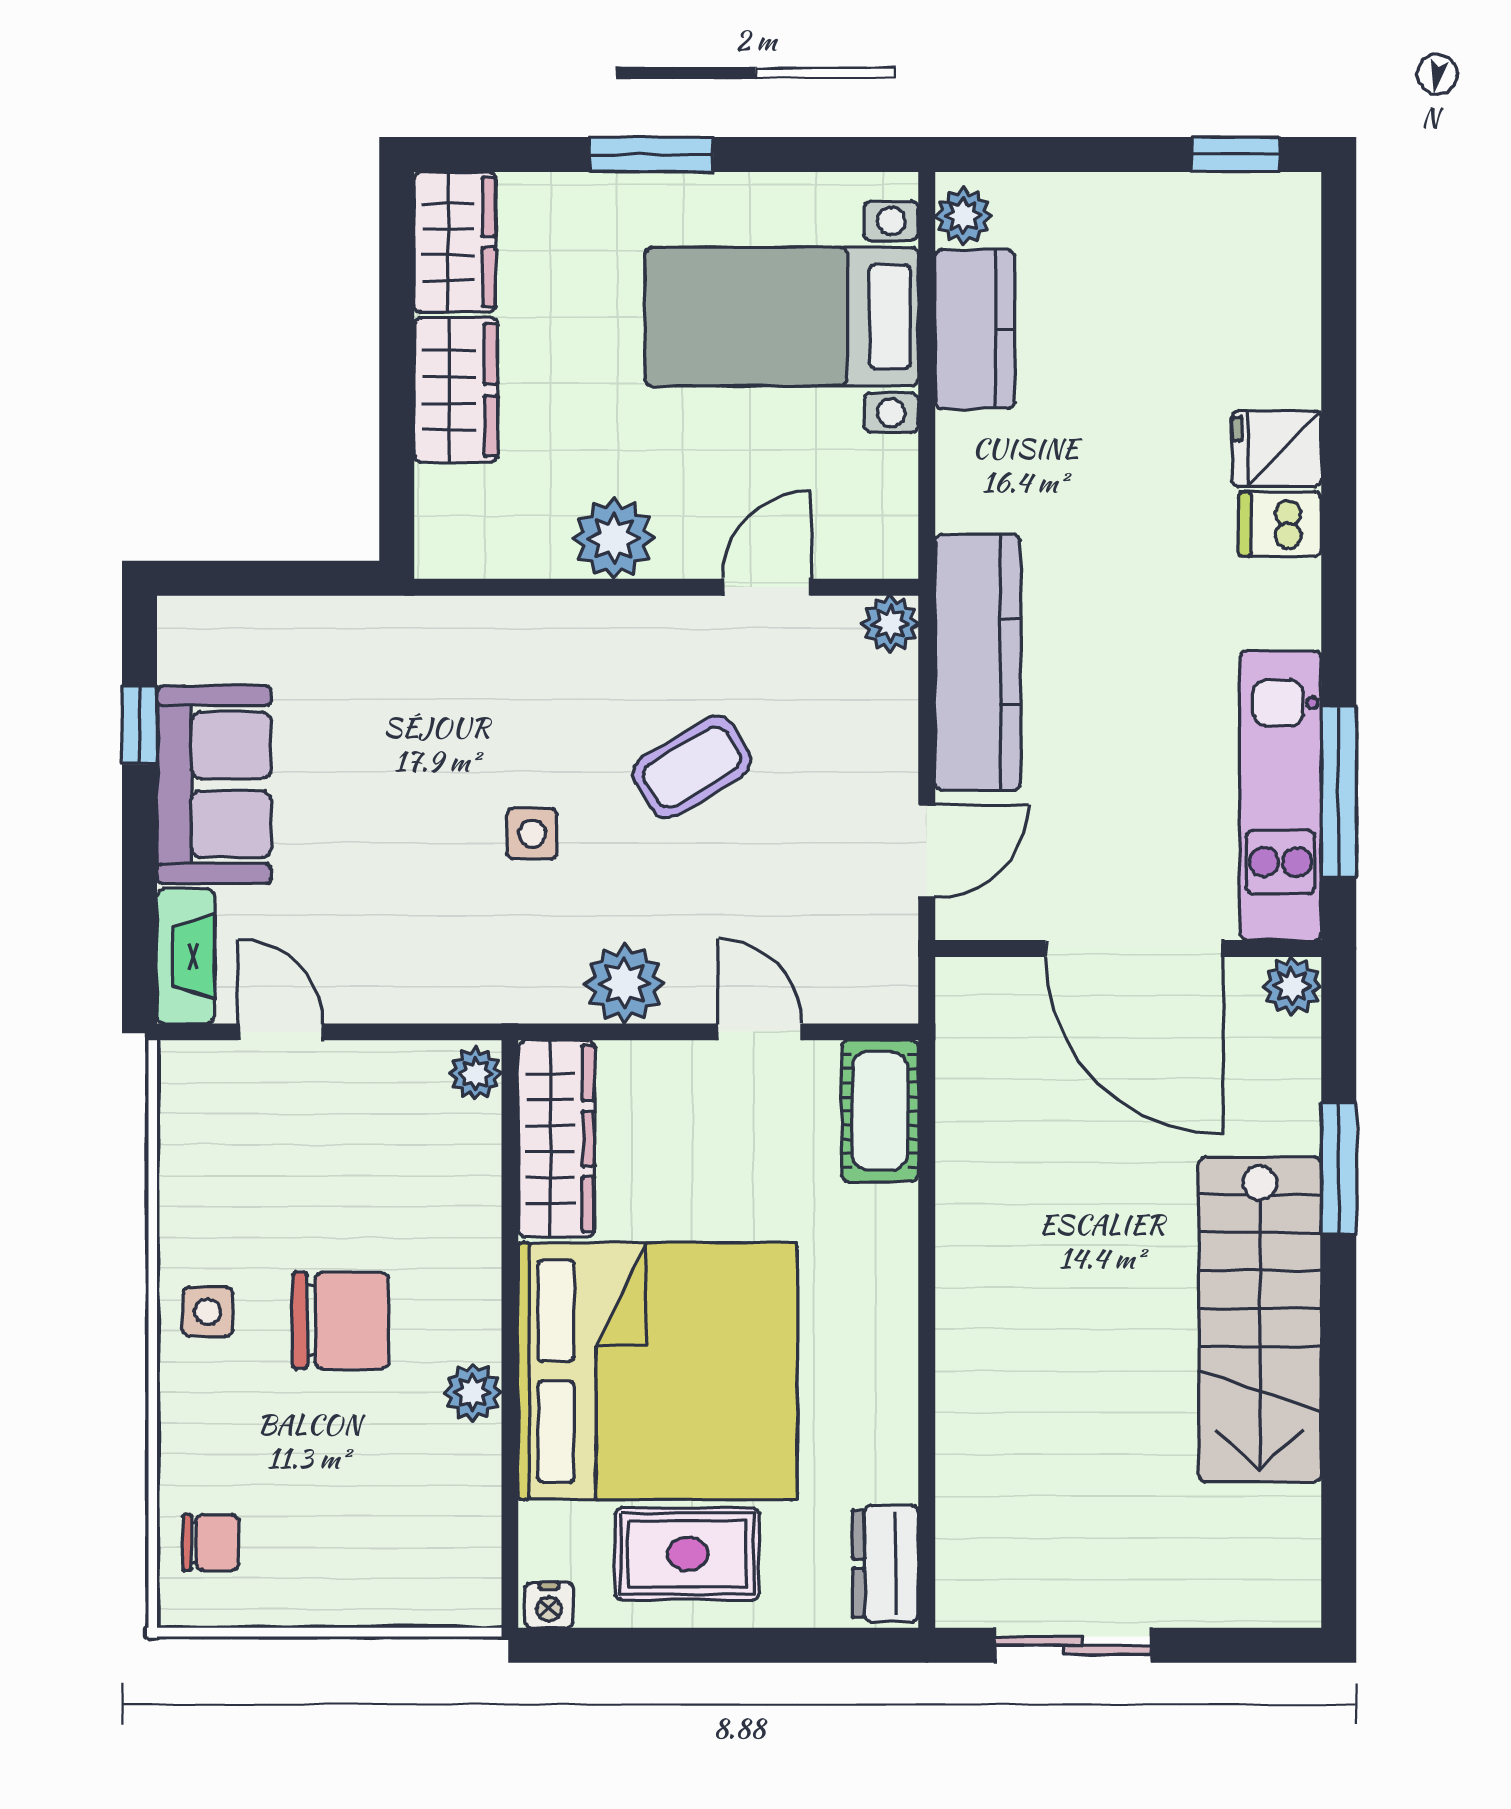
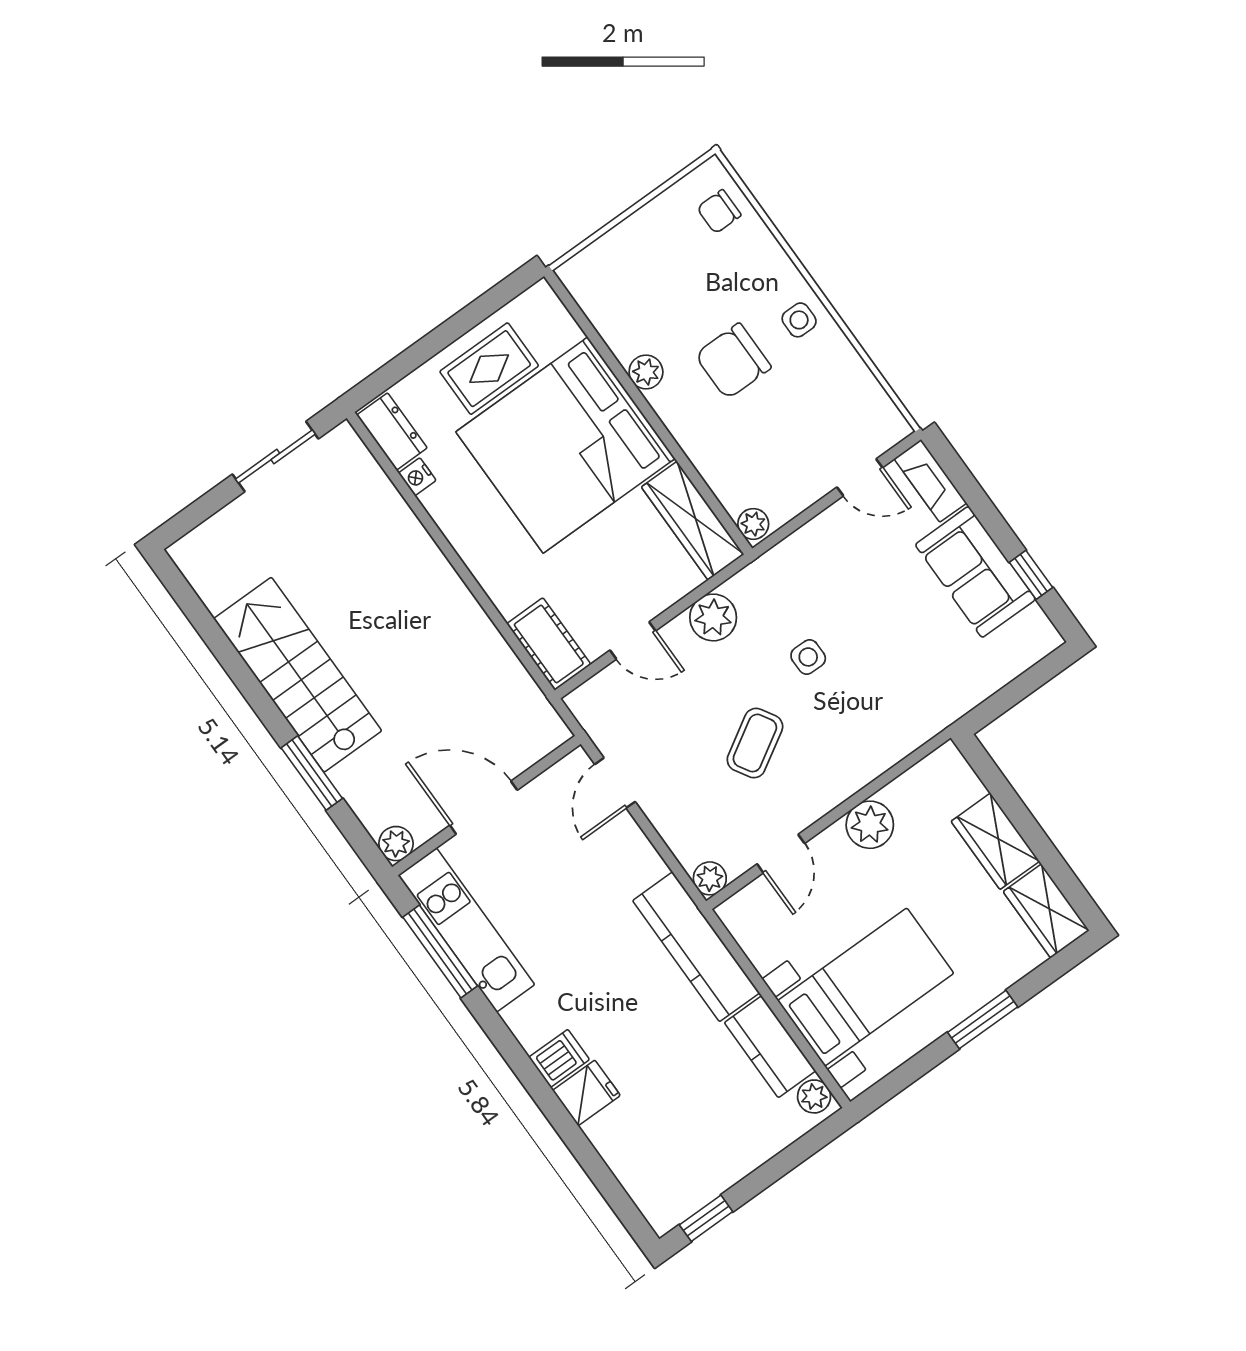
kitchen counter: (978, 662) -> (696, 947), moved
door: (1134, 948) -> (484, 808), width x0.73
nightstand: (549, 1605) -> (417, 477), moved, turned -90

